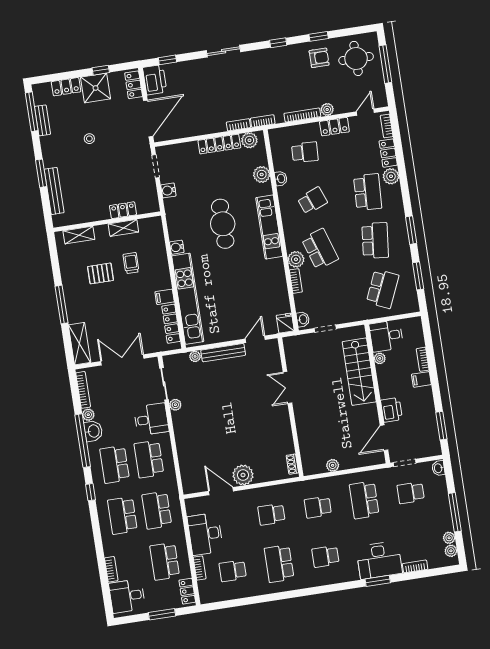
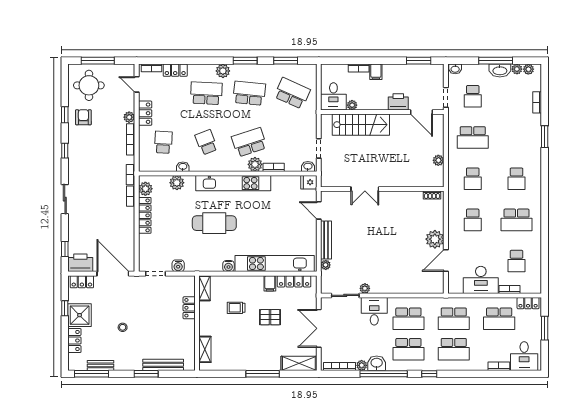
plant: (391, 176) -> (223, 71), moved
kitchen unit: (269, 227) -> (233, 183), width x1.36
shelving: (123, 228) -> (205, 288), moved
pallet: (101, 273) -> (270, 317), moved, turned 90
washbasin: (444, 519) -> (500, 70), added
desk: (379, 560) -> (527, 133), removed

